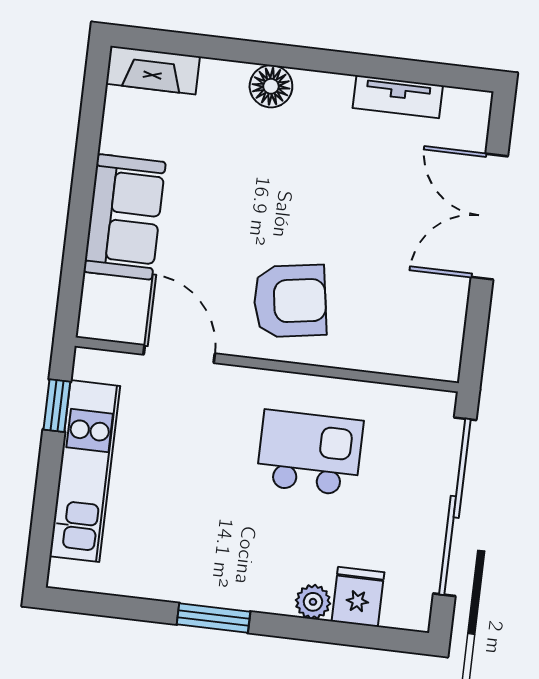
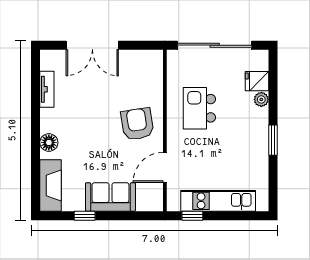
fireplace: (153, 70) -> (51, 186), width x1.37, depth x1.32
window: (87, 150) -> (85, 216), added

